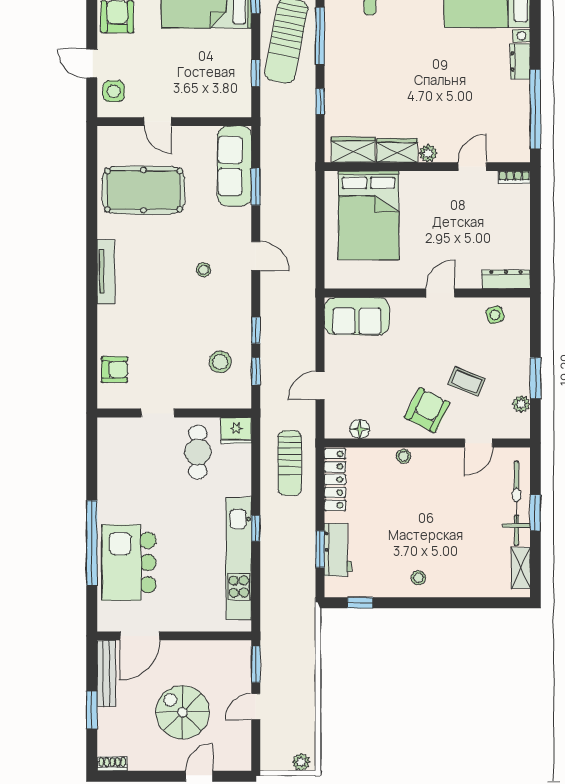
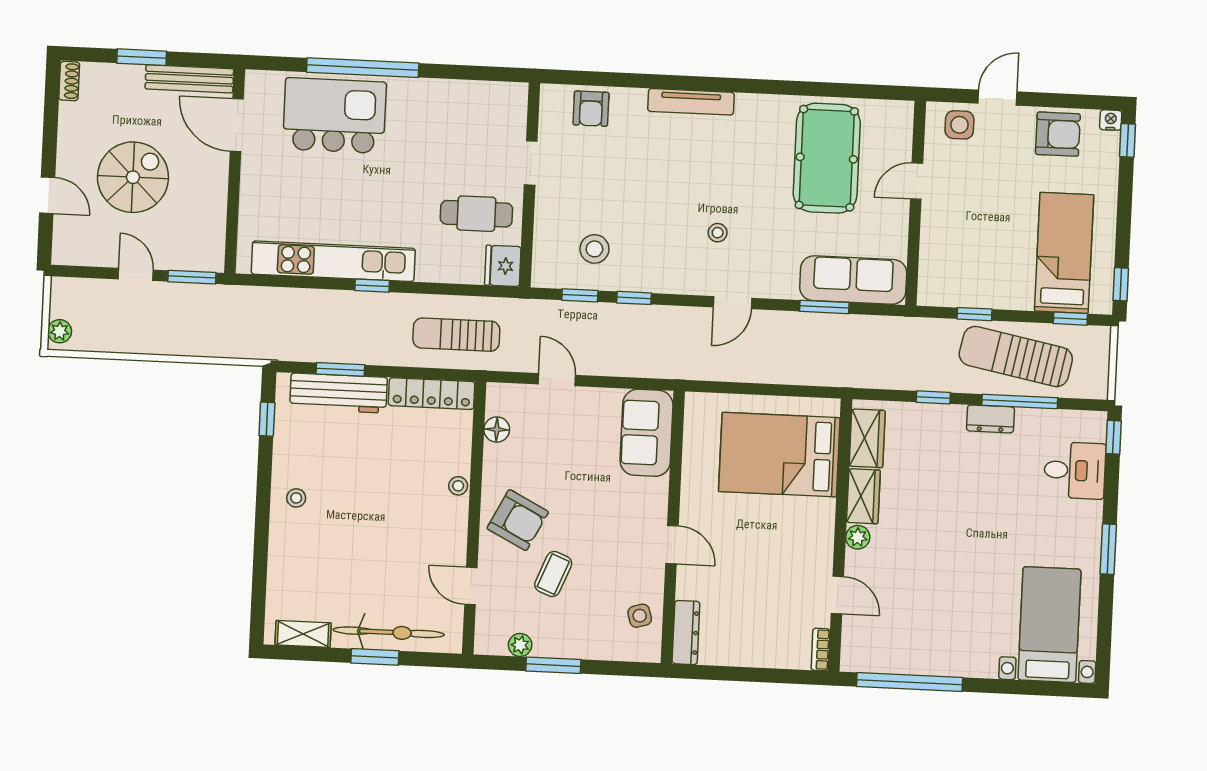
dresser: (520, 61) -> (990, 419), moved, turned 180
tv unit: (106, 272) -> (691, 102), moved
workbench: (338, 550) -> (339, 393), width x1.38

